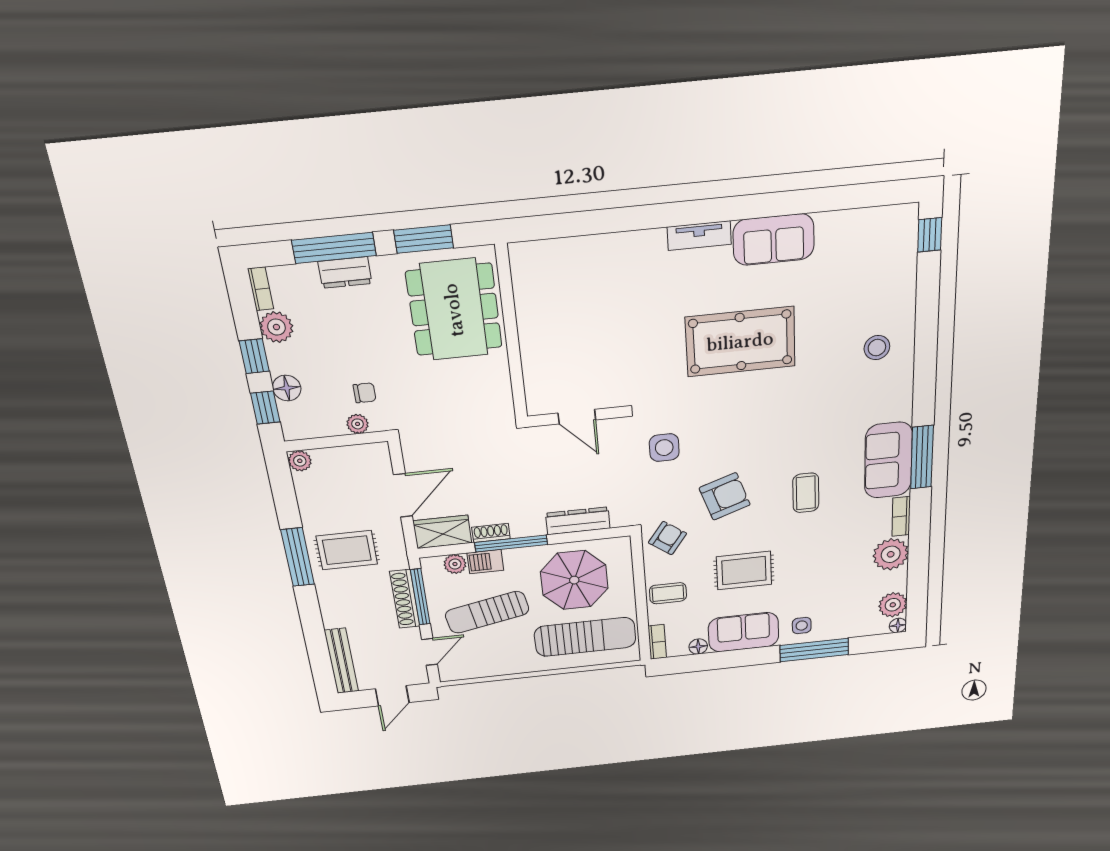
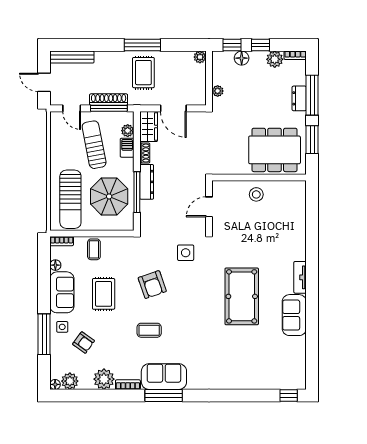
stool: (877, 348) -> (256, 194), moved
chair: (365, 393) -> (235, 97), removed
dresser: (578, 521) -> (147, 182), moved
armchair: (667, 538) -> (84, 343), moved
window: (511, 543) -> (137, 192), moved

